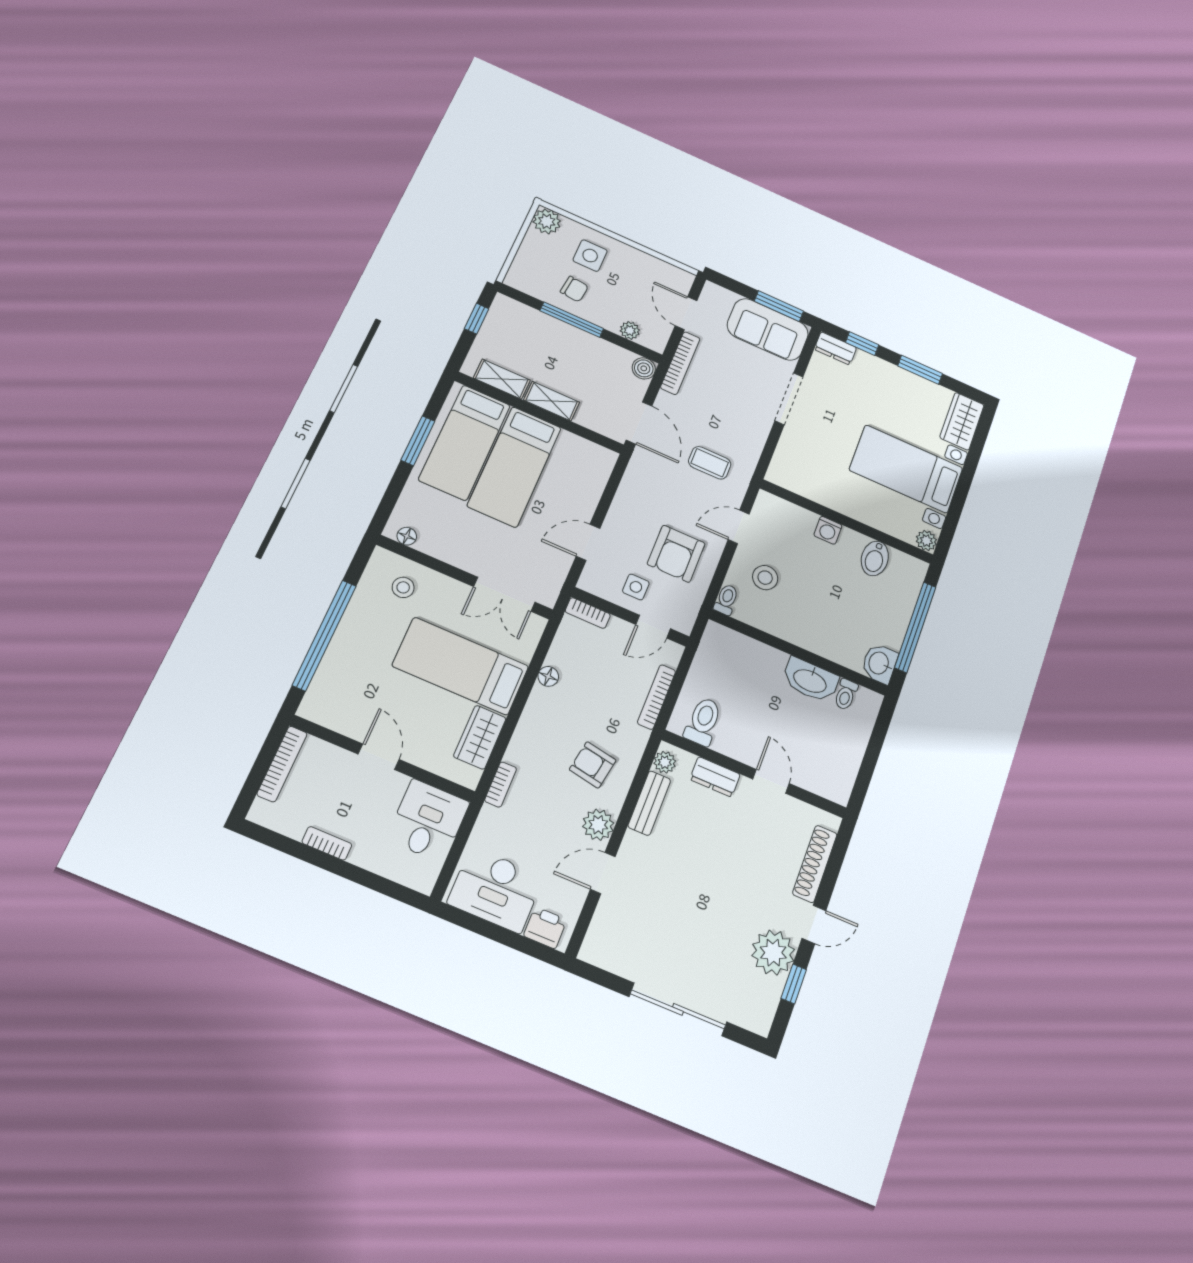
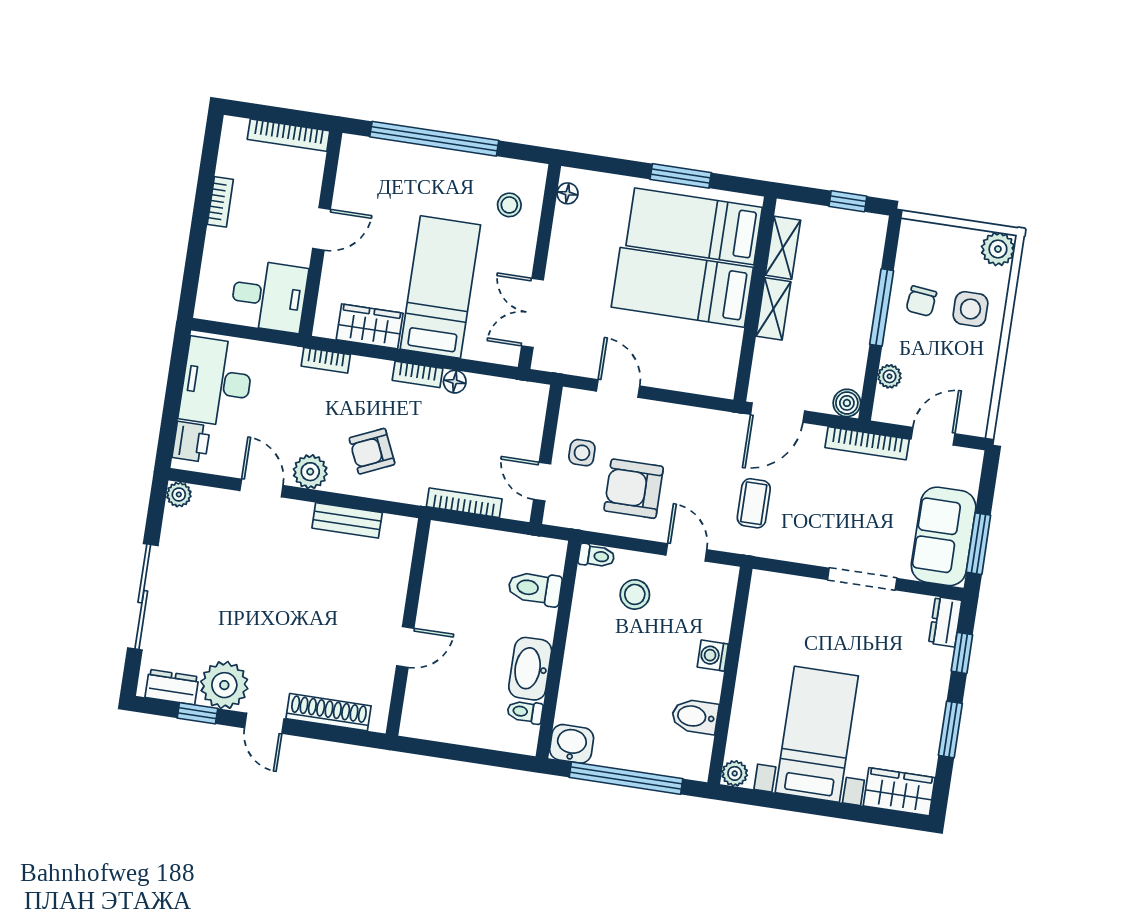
bookcase: (588, 613) -> (417, 374), moved, turned -90
toilet: (703, 721) -> (535, 588), moved, turned 180
plant: (665, 762) -> (179, 494), moved
armchair: (593, 765) -> (372, 451), turned -124
dresser: (715, 777) -> (172, 687), moved, turned 90

